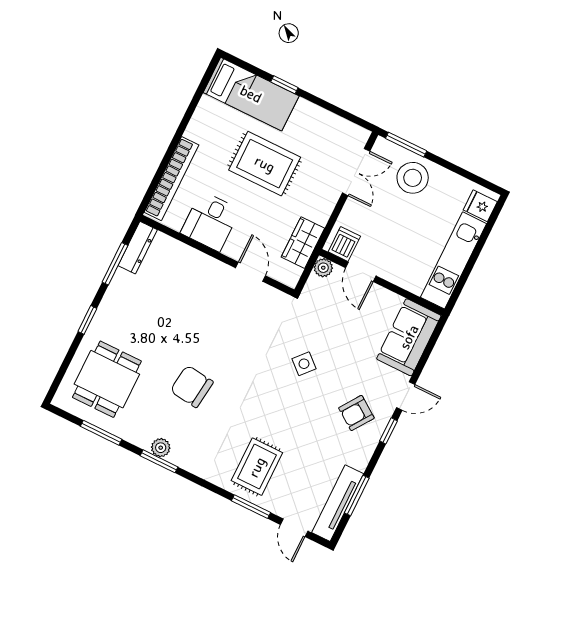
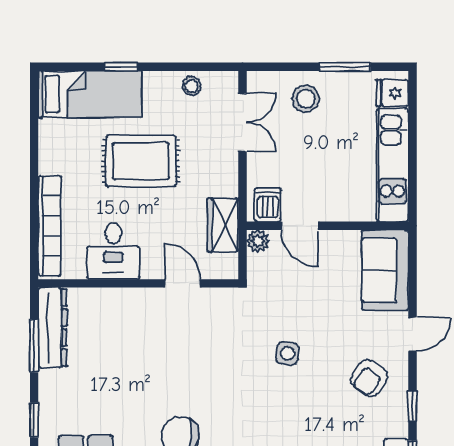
stool: (331, 126) -> (192, 86), added
window: (406, 145) -> (345, 67), moved
stool: (413, 178) -> (306, 99), width x0.73, depth x0.73
dresser: (138, 248) -> (53, 328), width x1.37, depth x1.24
side table: (304, 364) -> (287, 353), turned -37
window: (389, 431) -> (413, 406), moved

